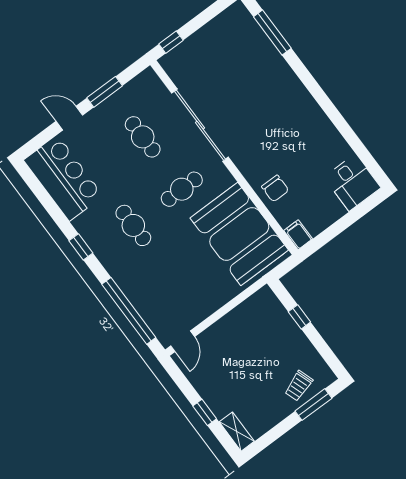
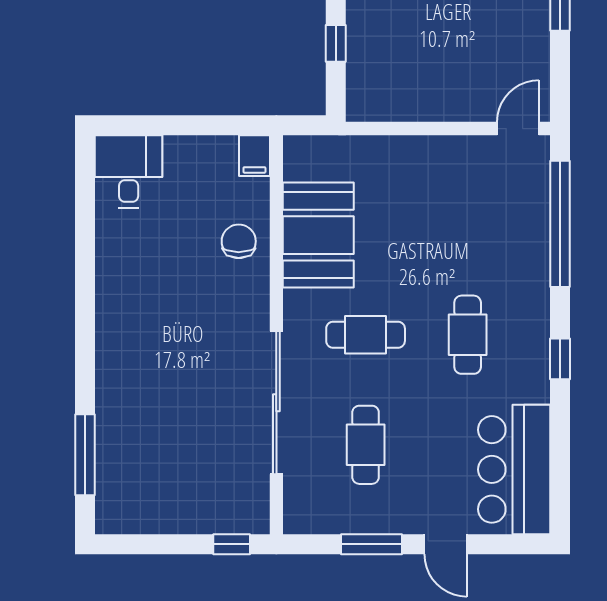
booth: (239, 234) -> (318, 235), width x0.73, depth x0.70

